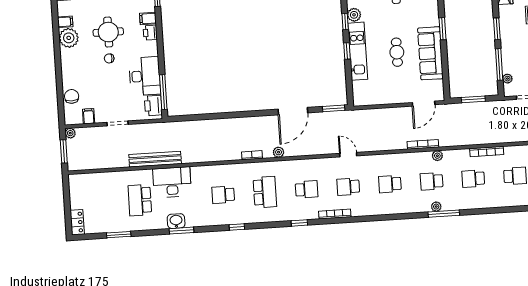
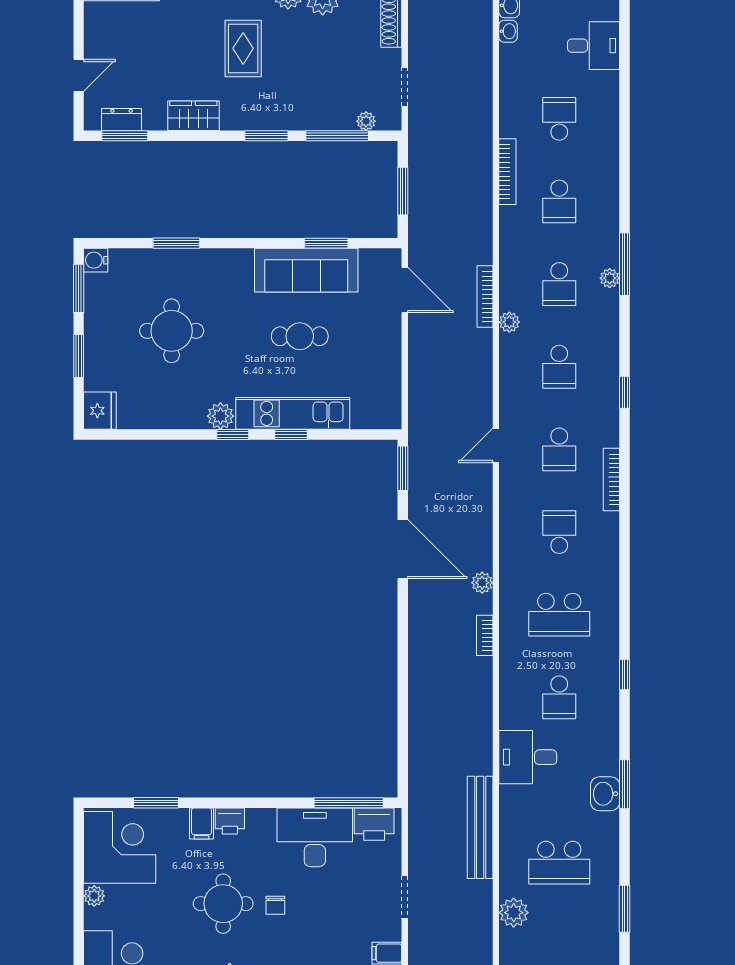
window: (442, 29) -> (326, 243), moved
plant: (437, 156) -> (509, 322), moved
plant: (113, 179) -> (514, 913), added
desk: (172, 182) -> (528, 757), moved, width x0.73
school desk: (265, 192) -> (559, 615), turned 180
window: (299, 223) -> (625, 392), moved

